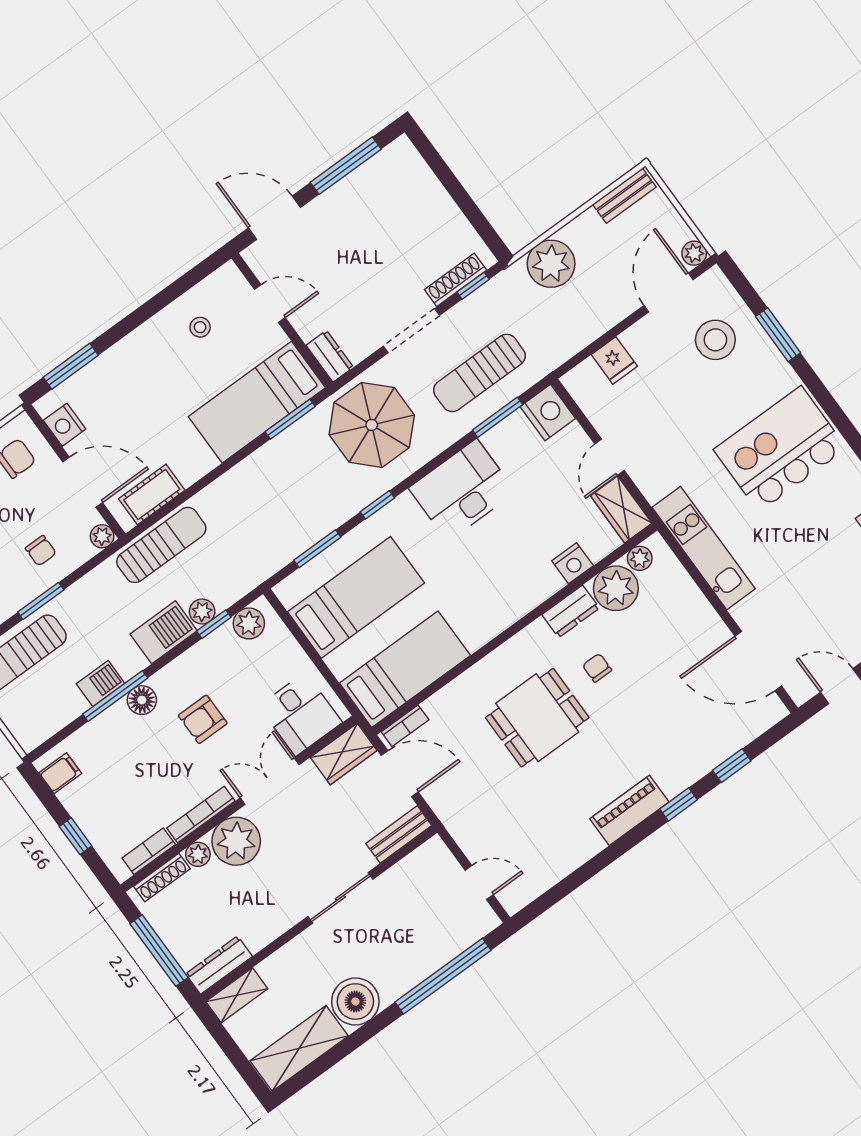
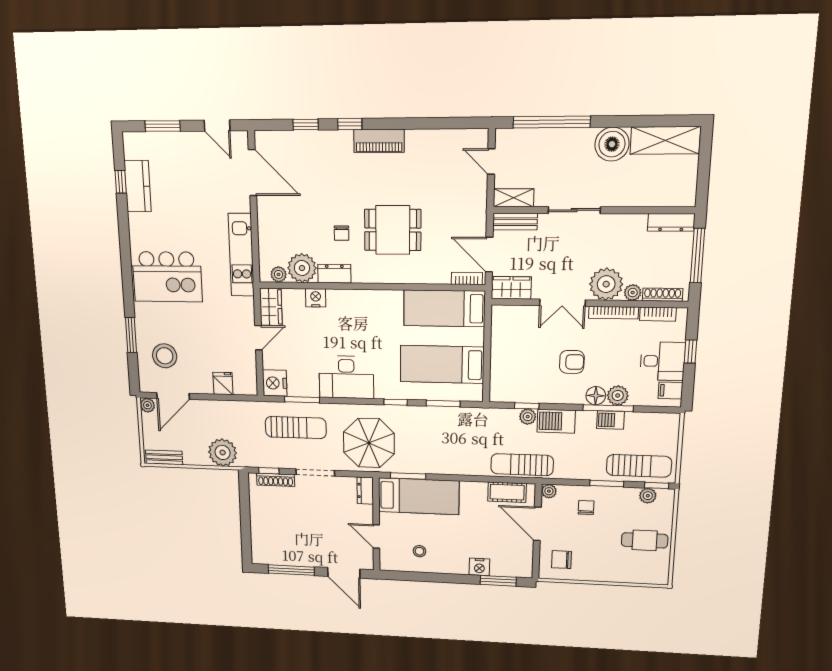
nightstand: (65, 425) -> (479, 567), moved, turned 90
plant: (249, 623) -> (618, 396), moved
desk: (301, 714) -> (663, 361), moved, turned 90
shelving: (237, 995) -> (514, 198), moved

